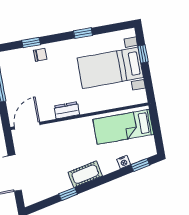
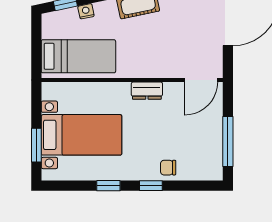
window: (31, 42) -> (151, 186), moved
window: (143, 54) -> (36, 145), width x1.50

